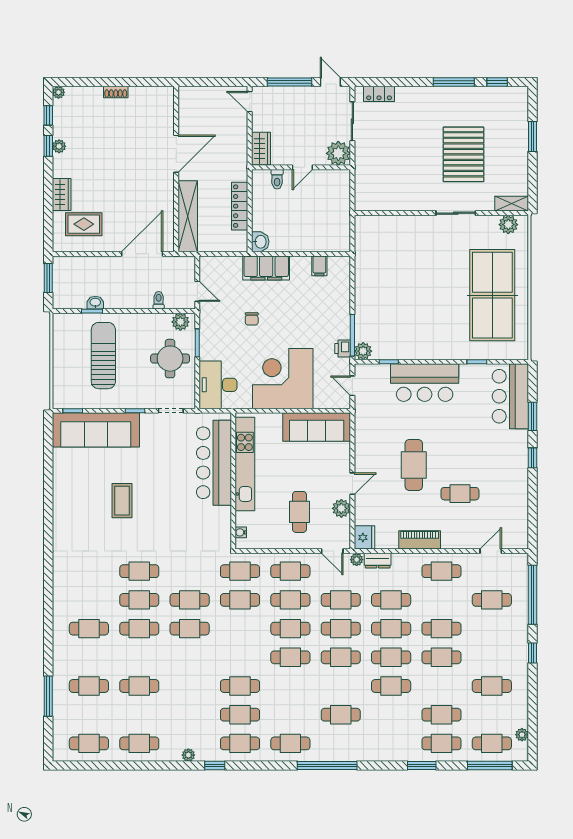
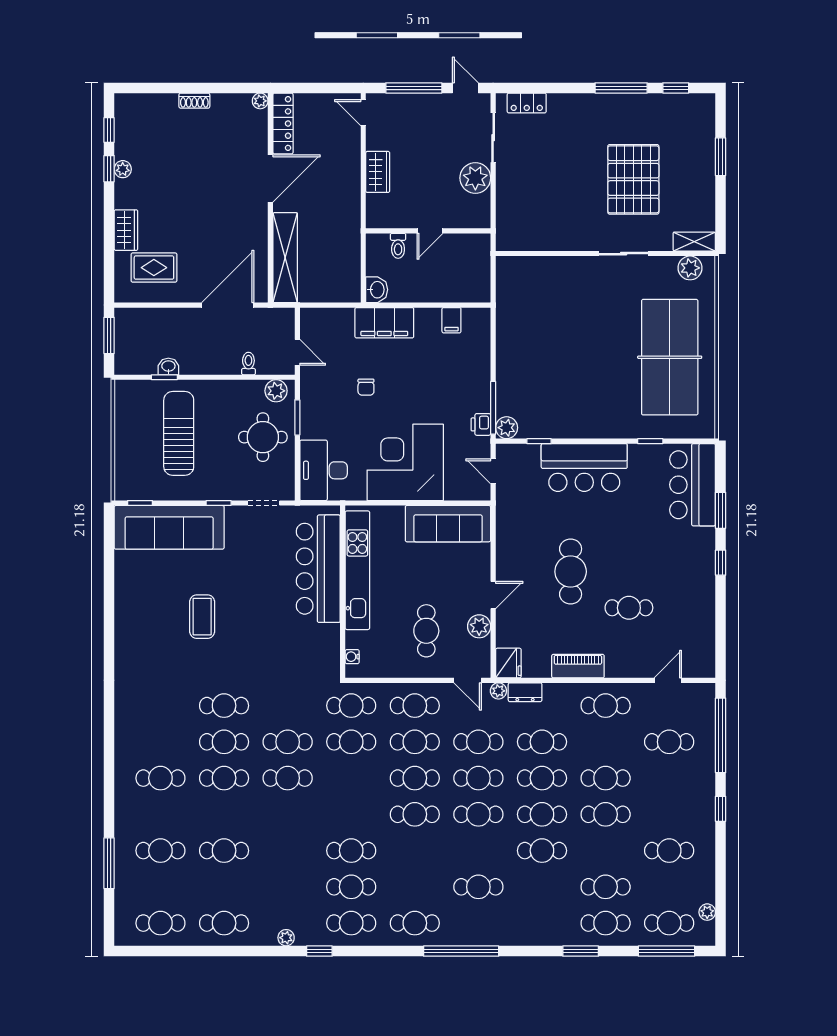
plant: (58, 92) -> (260, 101), moved
wall: (301, 167) -> (428, 231), moved
door: (302, 167) -> (430, 231), moved
toilet: (277, 179) -> (398, 246), moved
locker: (240, 206) -> (283, 124), moved, turned 180

